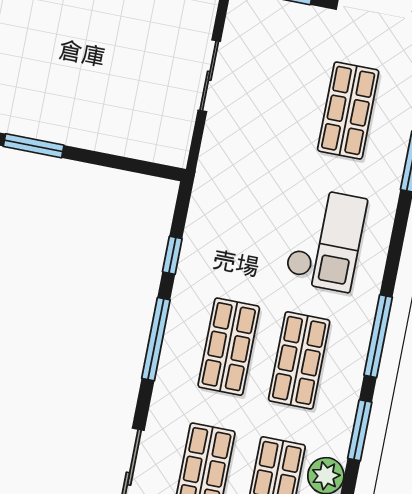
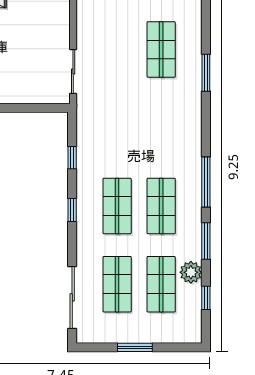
sliding door: (209, 76) -> (73, 71), moved
checkout: (326, 240) -> (163, 130), removed
window: (156, 339) -> (72, 210), width x0.46

